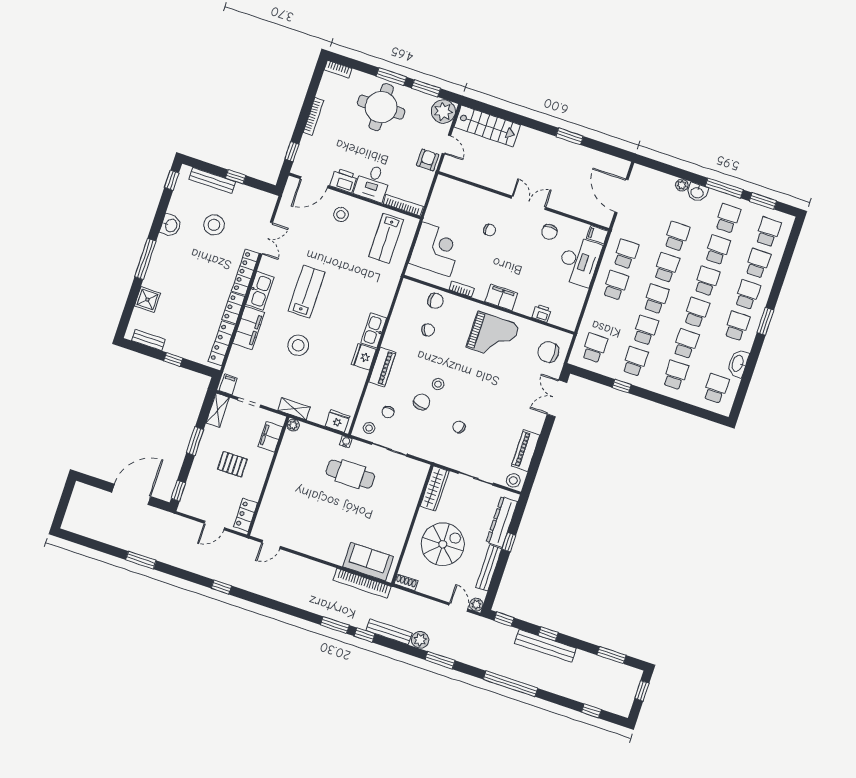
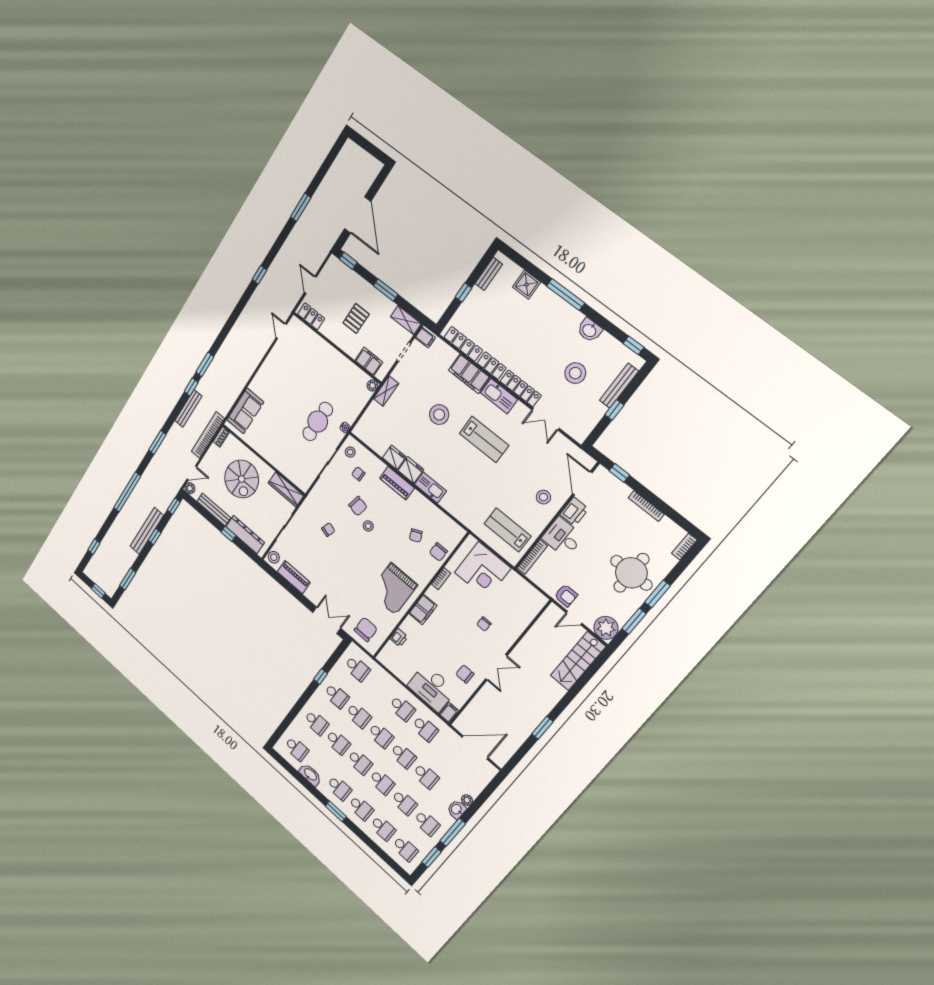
fridge: (337, 421) -> (394, 457), moved, turned -90
bookcase: (362, 583) -> (208, 435), moved
plant: (420, 640) -> (176, 432), removed

